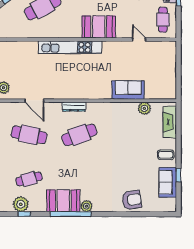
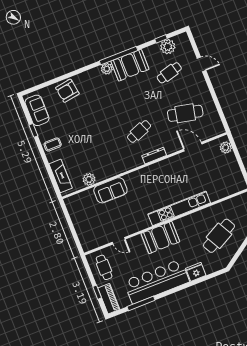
cafe table: (79, 135) -> (139, 131), width x0.73, depth x0.74
sofa: (168, 182) -> (37, 110), moved

